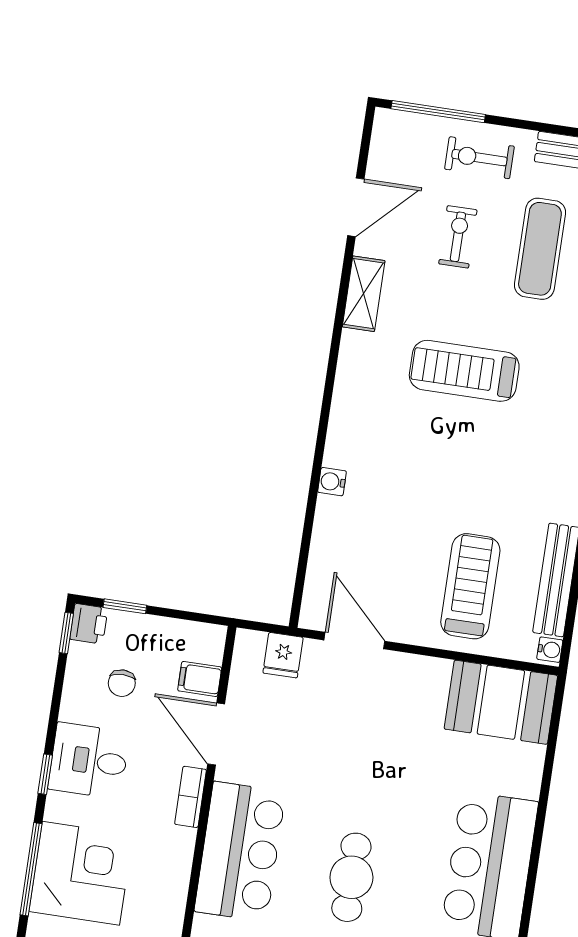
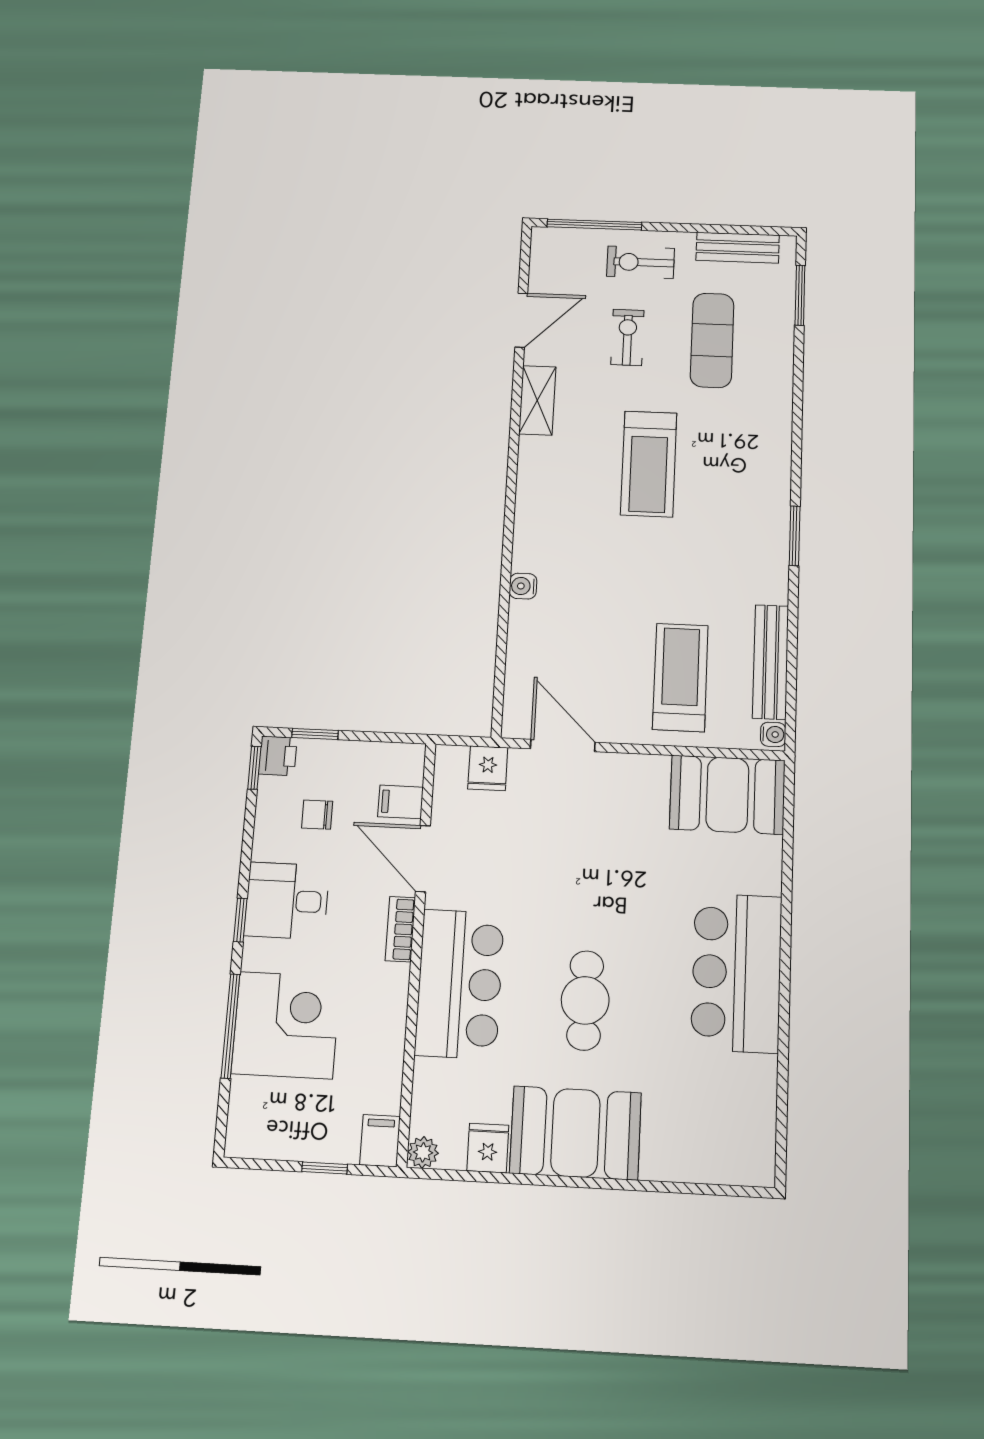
treadmill: (464, 371) -> (649, 464), turned -90
chair: (122, 683) -> (317, 815), turned 90

